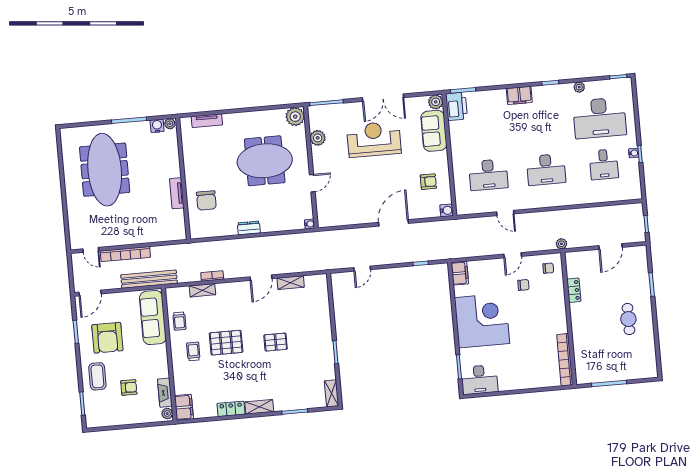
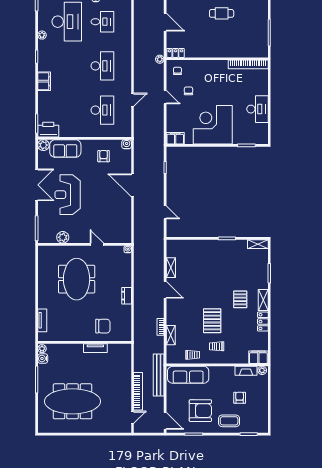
plant: (295, 117) -> (45, 253), removed
locker: (574, 290) -> (175, 53), moved
pallet: (276, 342) -> (240, 299), moved
desk: (479, 380) -> (257, 109), moved

